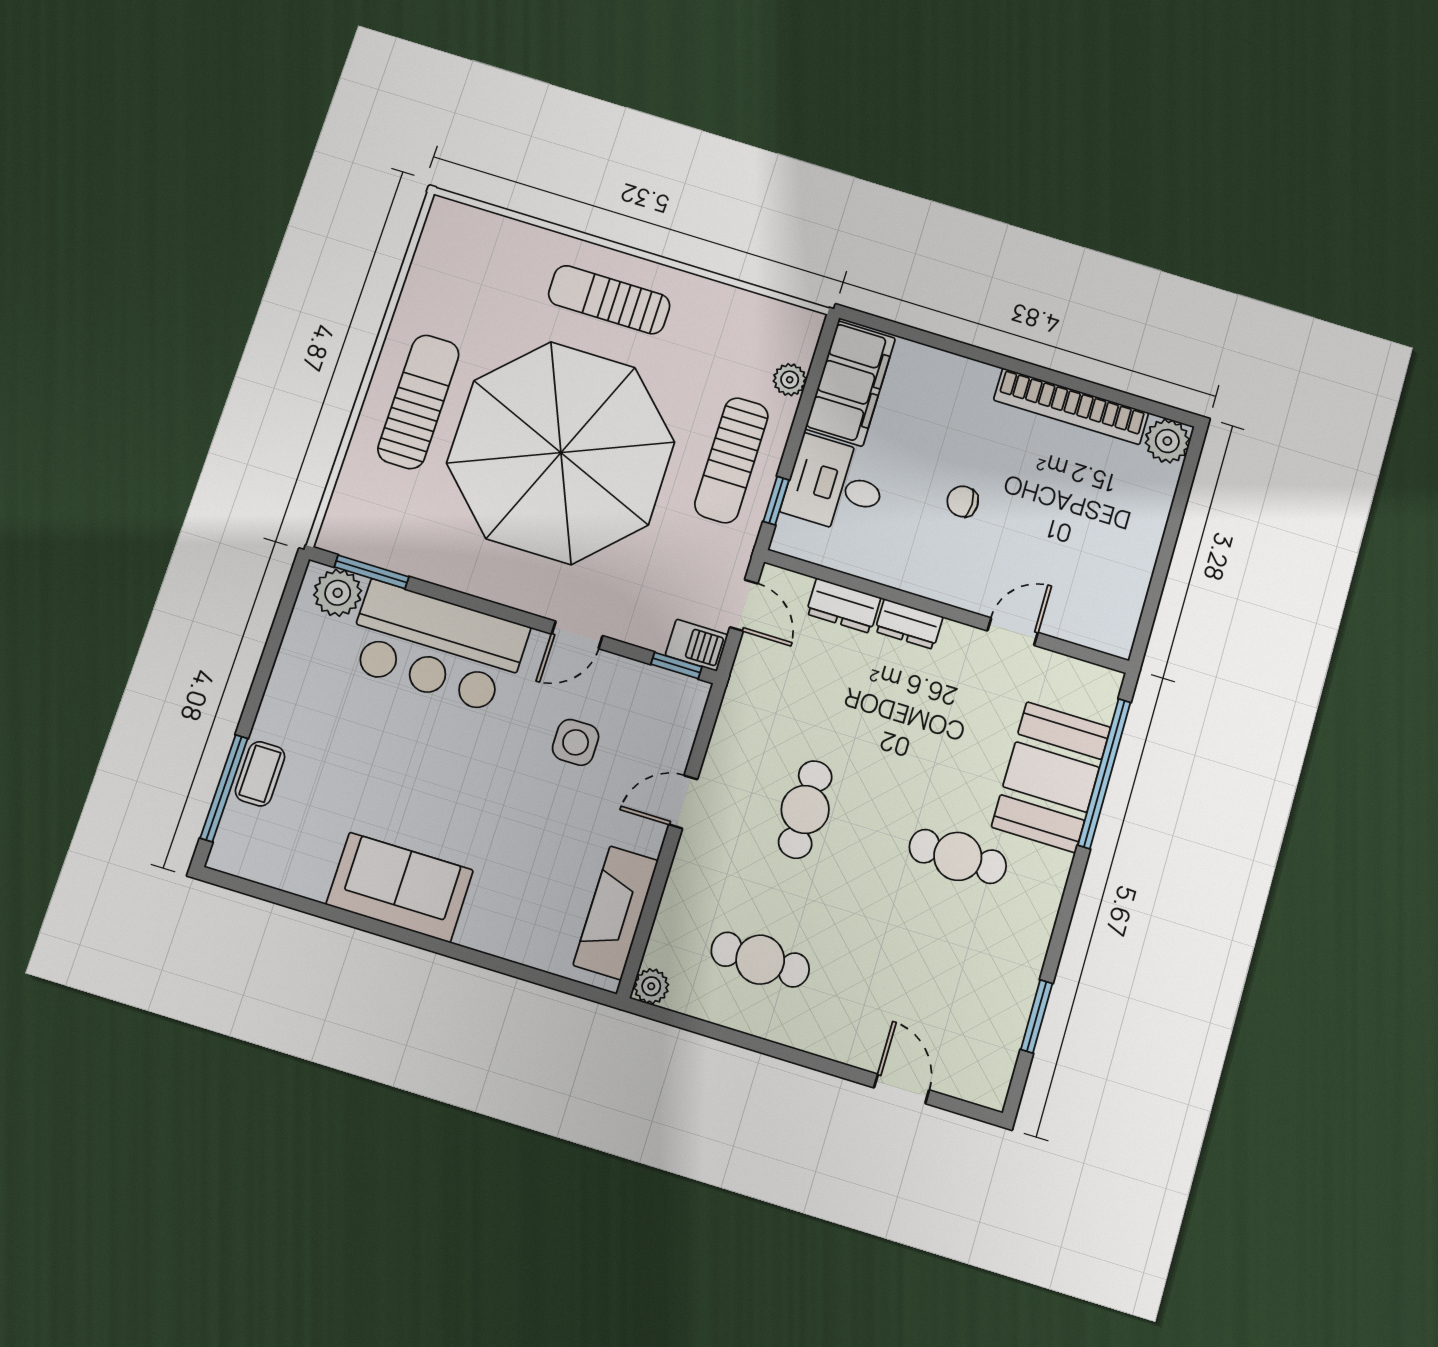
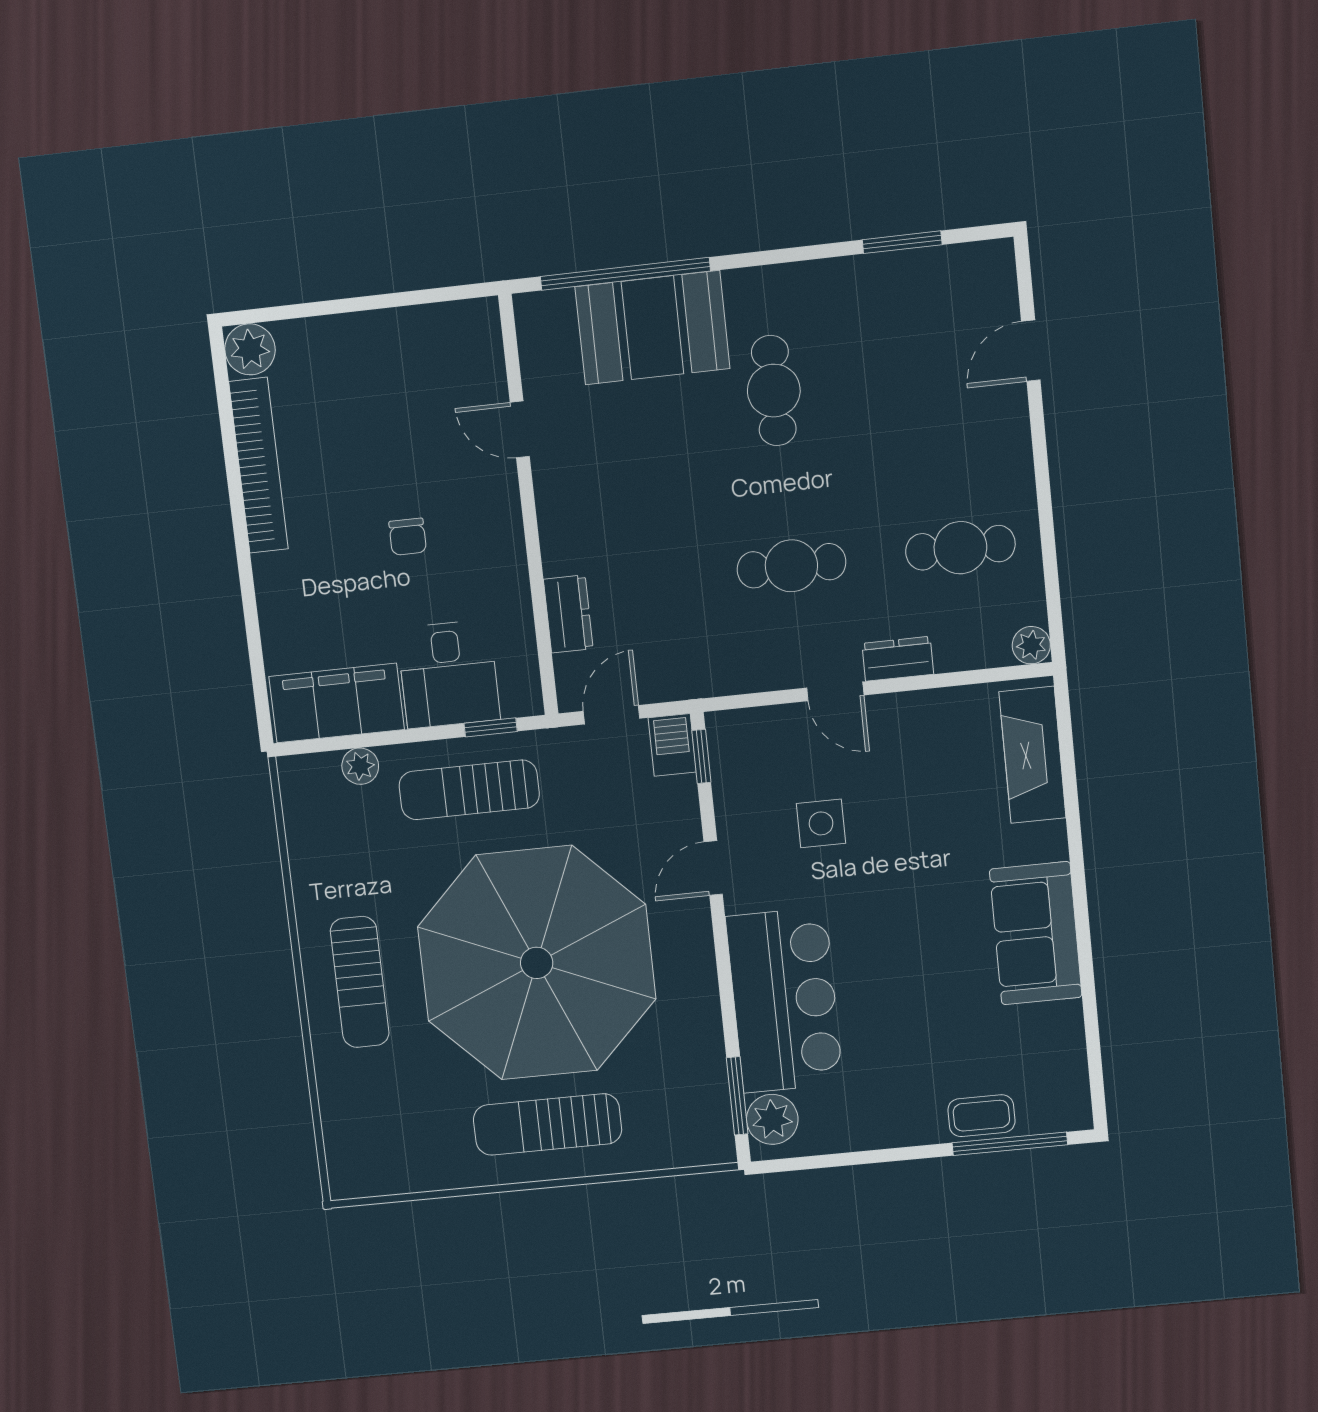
sun lounger: (731, 460) -> (469, 790), turned 180
dresser: (909, 624) -> (898, 659), moved, turned -90
door: (577, 635) -> (713, 868), swing flipped
fireplace: (616, 913) -> (1033, 755), moved, turned 90
cafe table: (760, 960) -> (960, 548), turned 90

